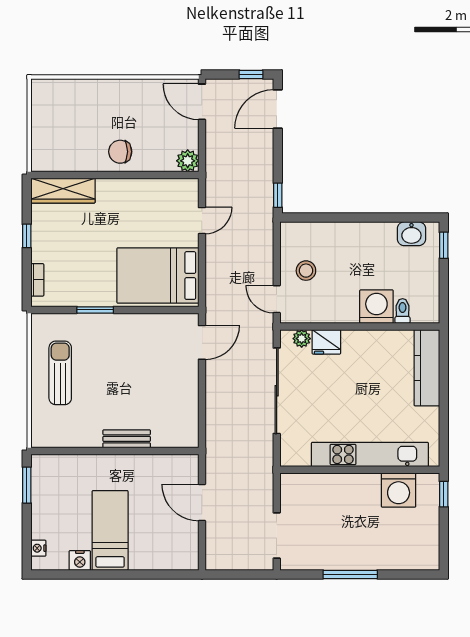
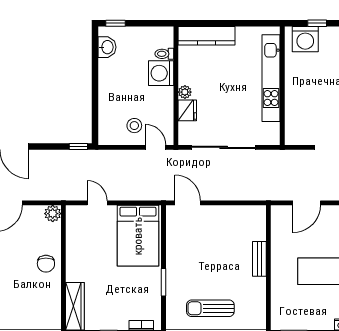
door: (277, 299) -> (156, 147), swing flipped
plant: (302, 339) -> (185, 92), moved
washing machine: (399, 490) -> (305, 39), moved, turned 90
window: (444, 494) -> (317, 23), moved

